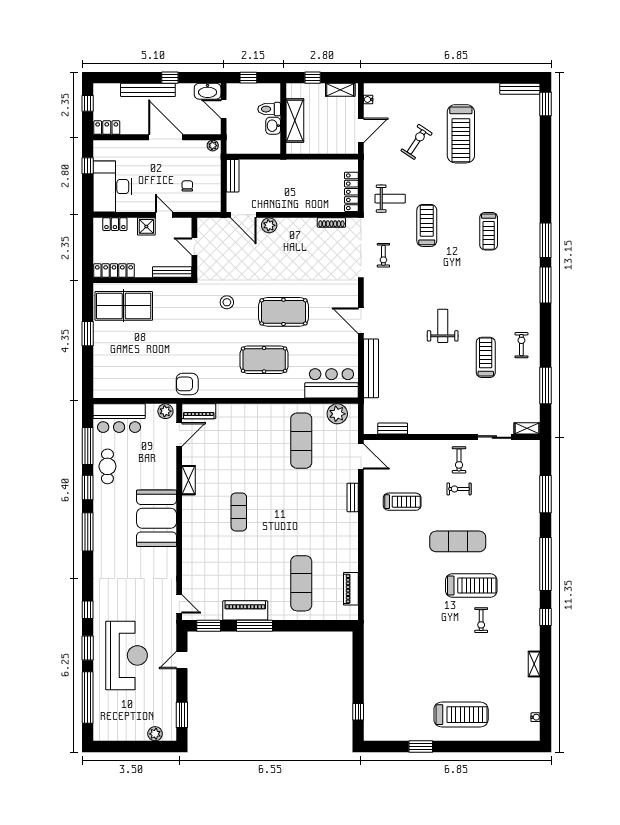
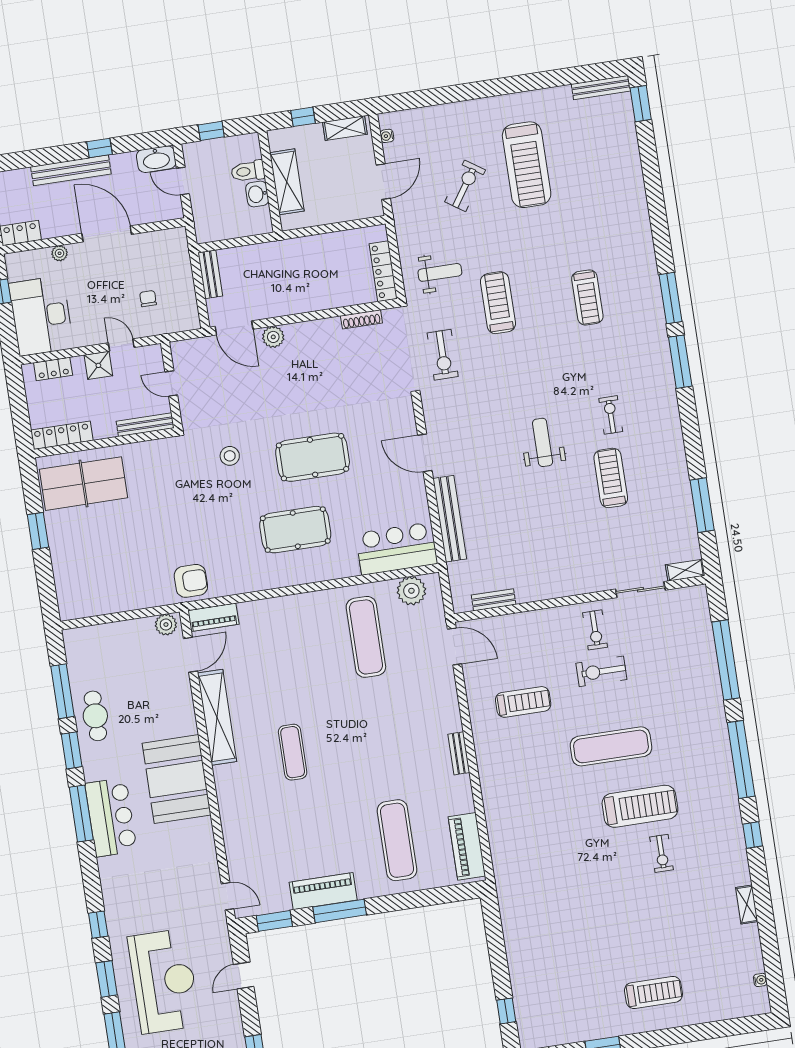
plant: (213, 146) -> (60, 253), moved
exercise bike: (383, 255) -> (443, 355), width x1.38, depth x1.39
exercise bike: (521, 345) -> (611, 415), moved
armchair: (187, 384) -> (191, 581), turned 180
bar counter: (119, 418) -> (111, 817), moved, turned -90
shelving: (189, 480) -> (217, 717), width x2.20, depth x1.33
exercise bike: (459, 489) -> (601, 671), width x1.38, depth x1.39
window: (546, 494) -> (726, 660), width x1.46
bench: (353, 497) -> (459, 753), moved
piano: (351, 589) -> (467, 846), width x1.37, depth x1.33
treadmill: (461, 715) -> (653, 992), width x0.73, depth x0.73

